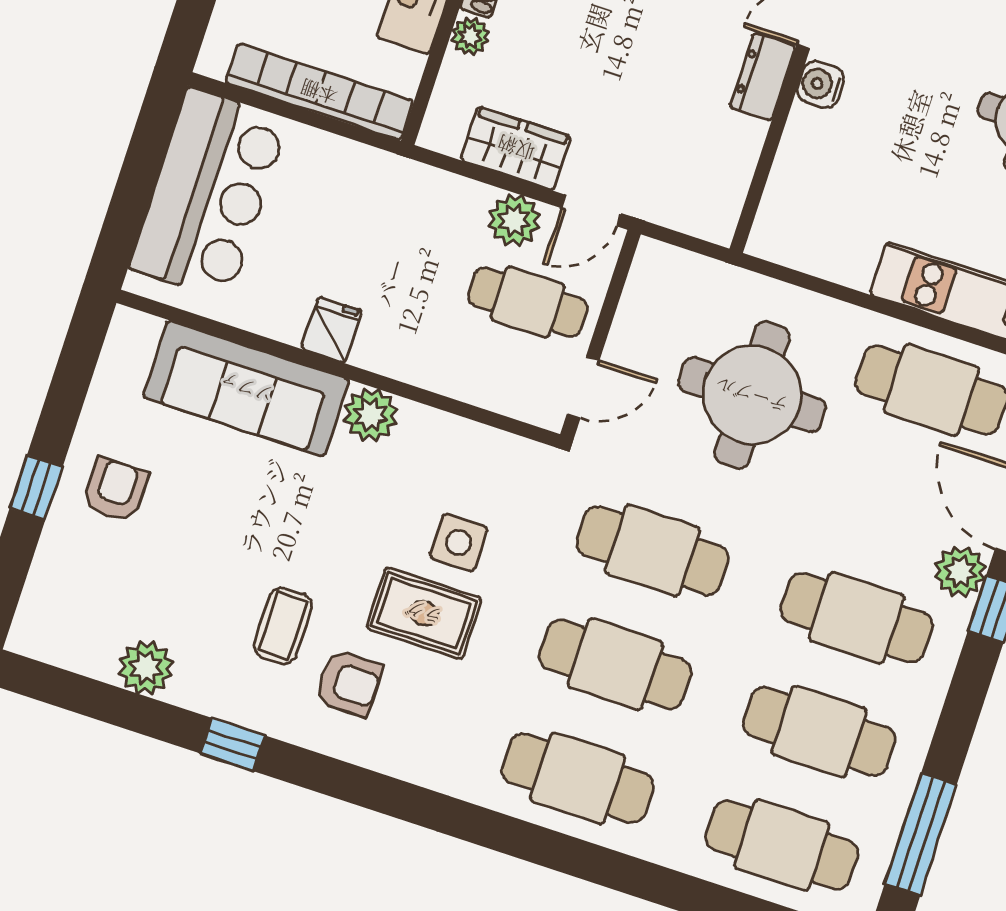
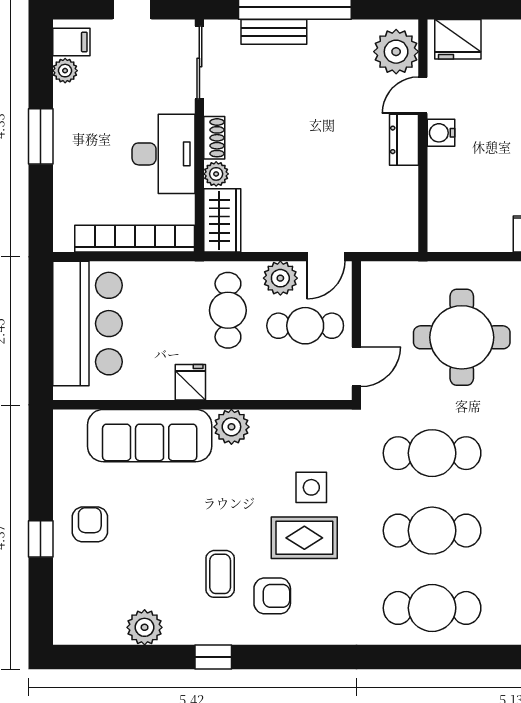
wardrobe: (516, 148) -> (222, 220), moved, turned 90
cafe table: (422, 242) -> (228, 310), added

